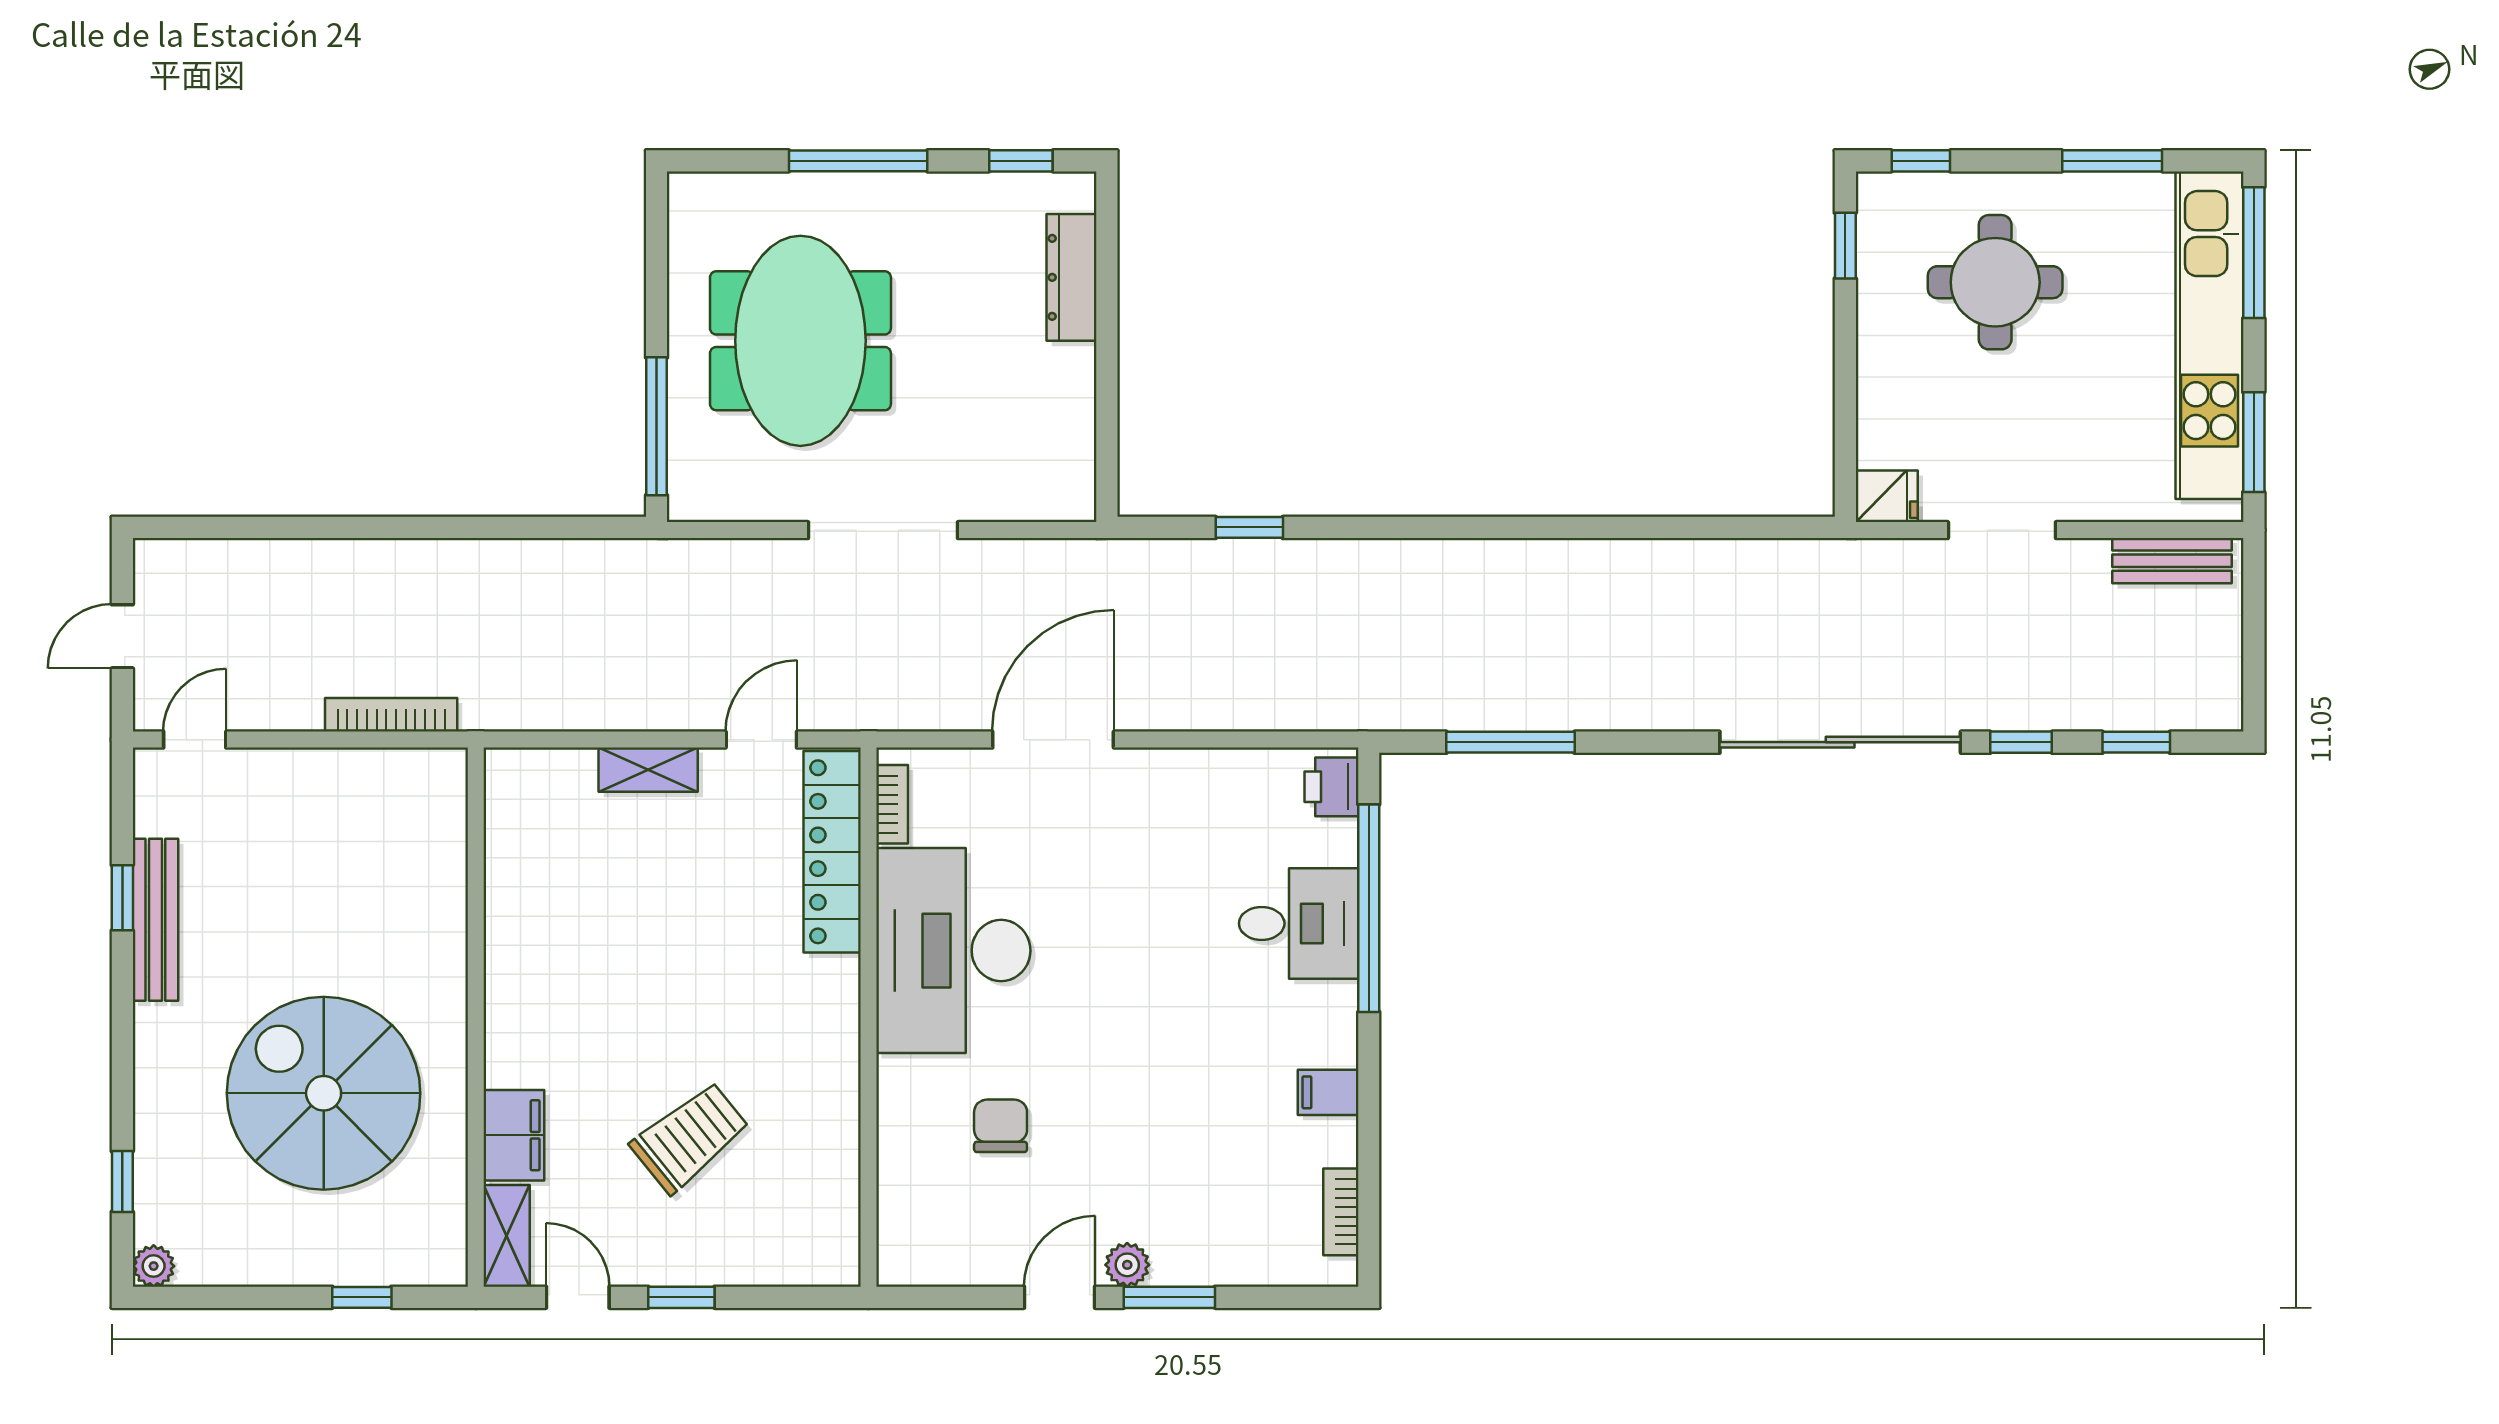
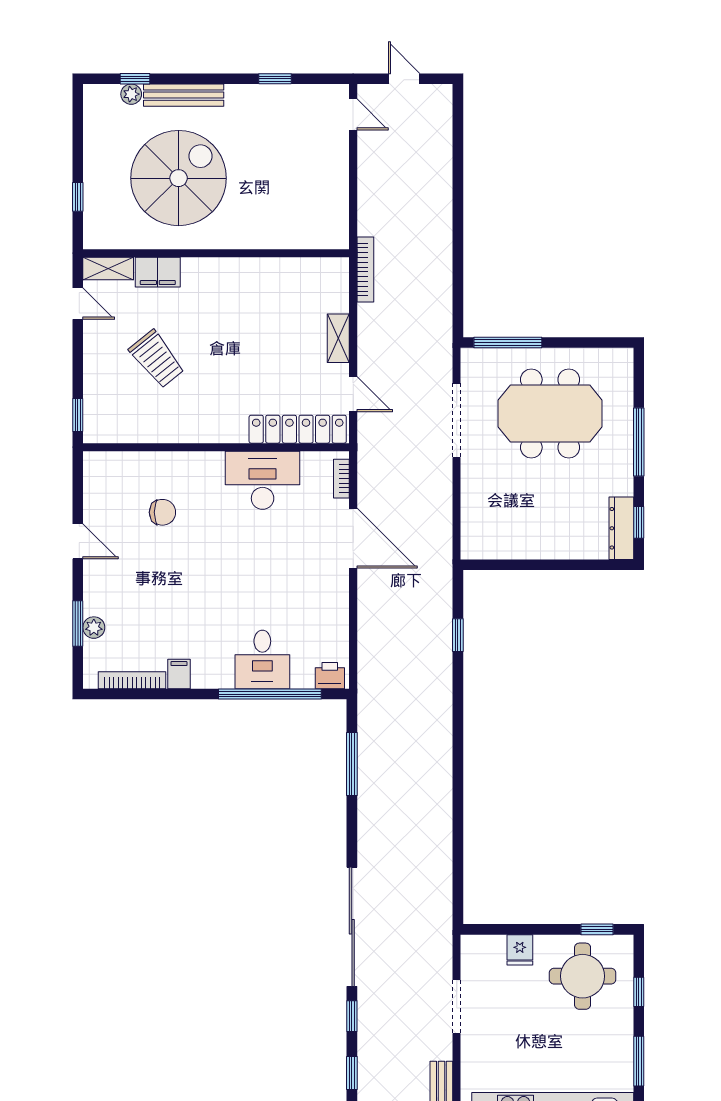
window: (1921, 161) -> (639, 992), moved
dresser: (1072, 277) -> (621, 528), moved, turned -90
round table: (1995, 282) -> (583, 976), moved
fridge: (1887, 496) -> (520, 950), moved
doorway: (883, 530) -> (457, 420), moved
bookcase: (391, 715) -> (365, 270), moved
bookcase: (892, 804) -> (341, 479), moved, turned 90
bench: (155, 920) -> (184, 95), moved
desk: (953, 951) -> (263, 480), width x0.73, depth x0.77
bookcase: (1341, 1212) -> (132, 680), width x1.56
plant: (1127, 1265) -> (94, 628), moved
plant: (154, 1266) -> (131, 94), moved
door: (578, 1297) -> (78, 304), hinge flipped
window: (681, 1297) -> (78, 415), moved
window: (1169, 1297) -> (78, 624), moved

